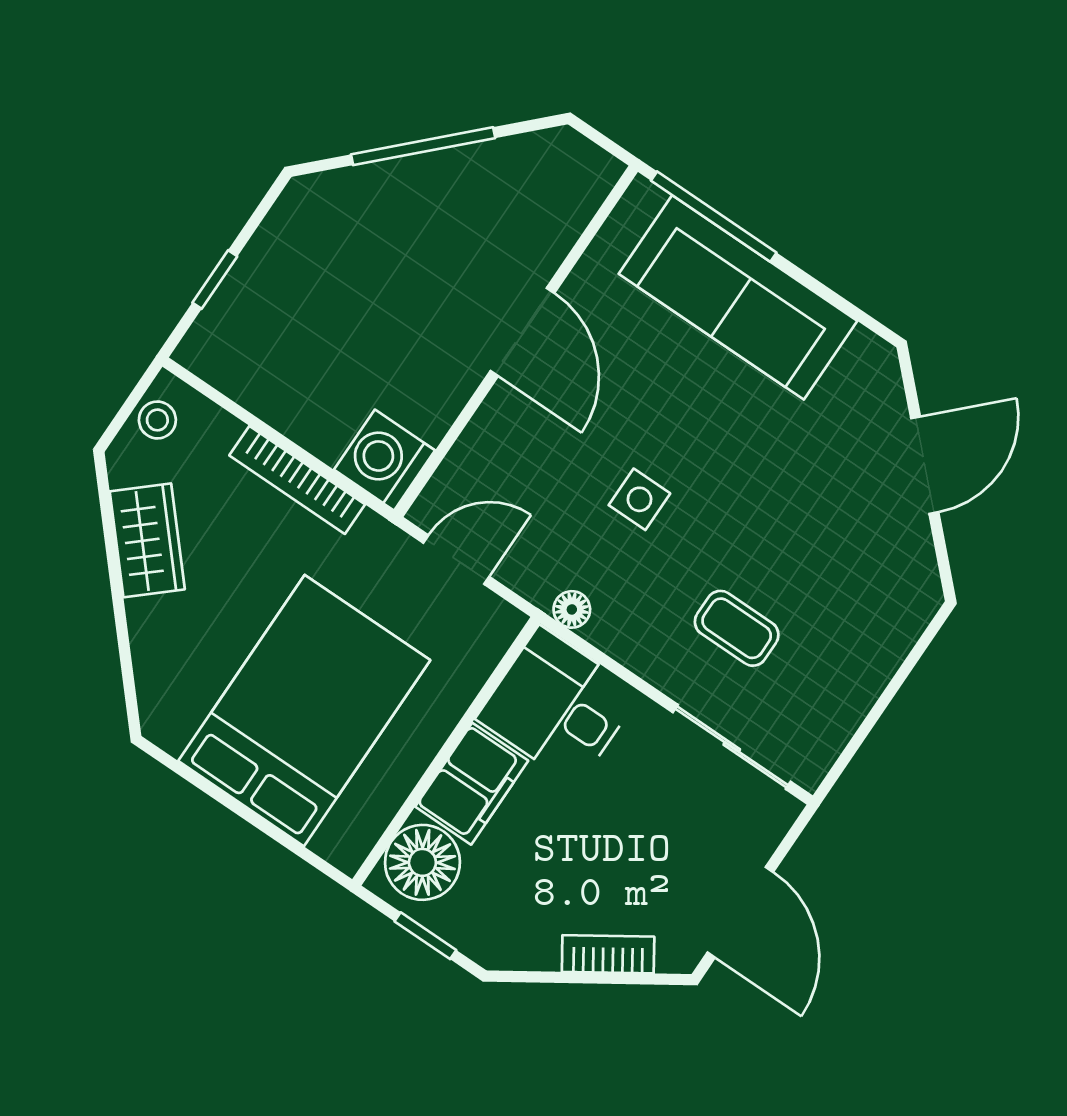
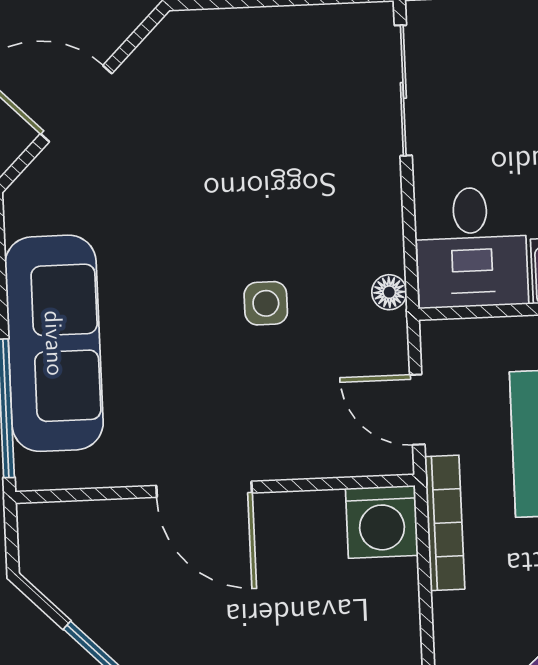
door: (522, 332) -> (204, 489), swing flipped
bookcase: (297, 480) -> (445, 523), moved
coffee table: (737, 628) -> (309, 155), removed

